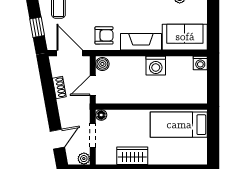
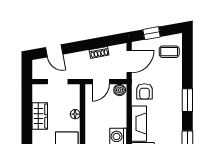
door: (93, 86) -> (101, 82), swing flipped
floor lamp: (101, 115) -> (75, 114), moved
plant: (84, 159) -> (37, 74), removed

